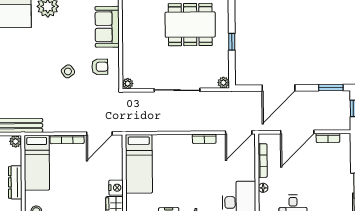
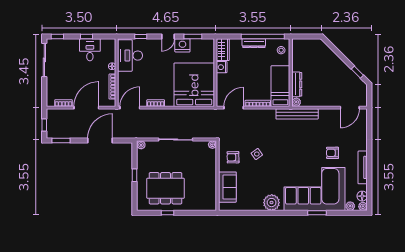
bed: (139, 164) -> (194, 85), width x2.04
dresser: (15, 182) -> (297, 84), moved

